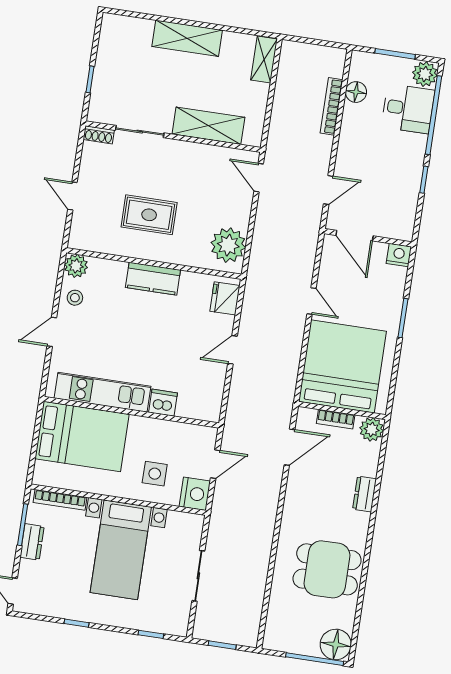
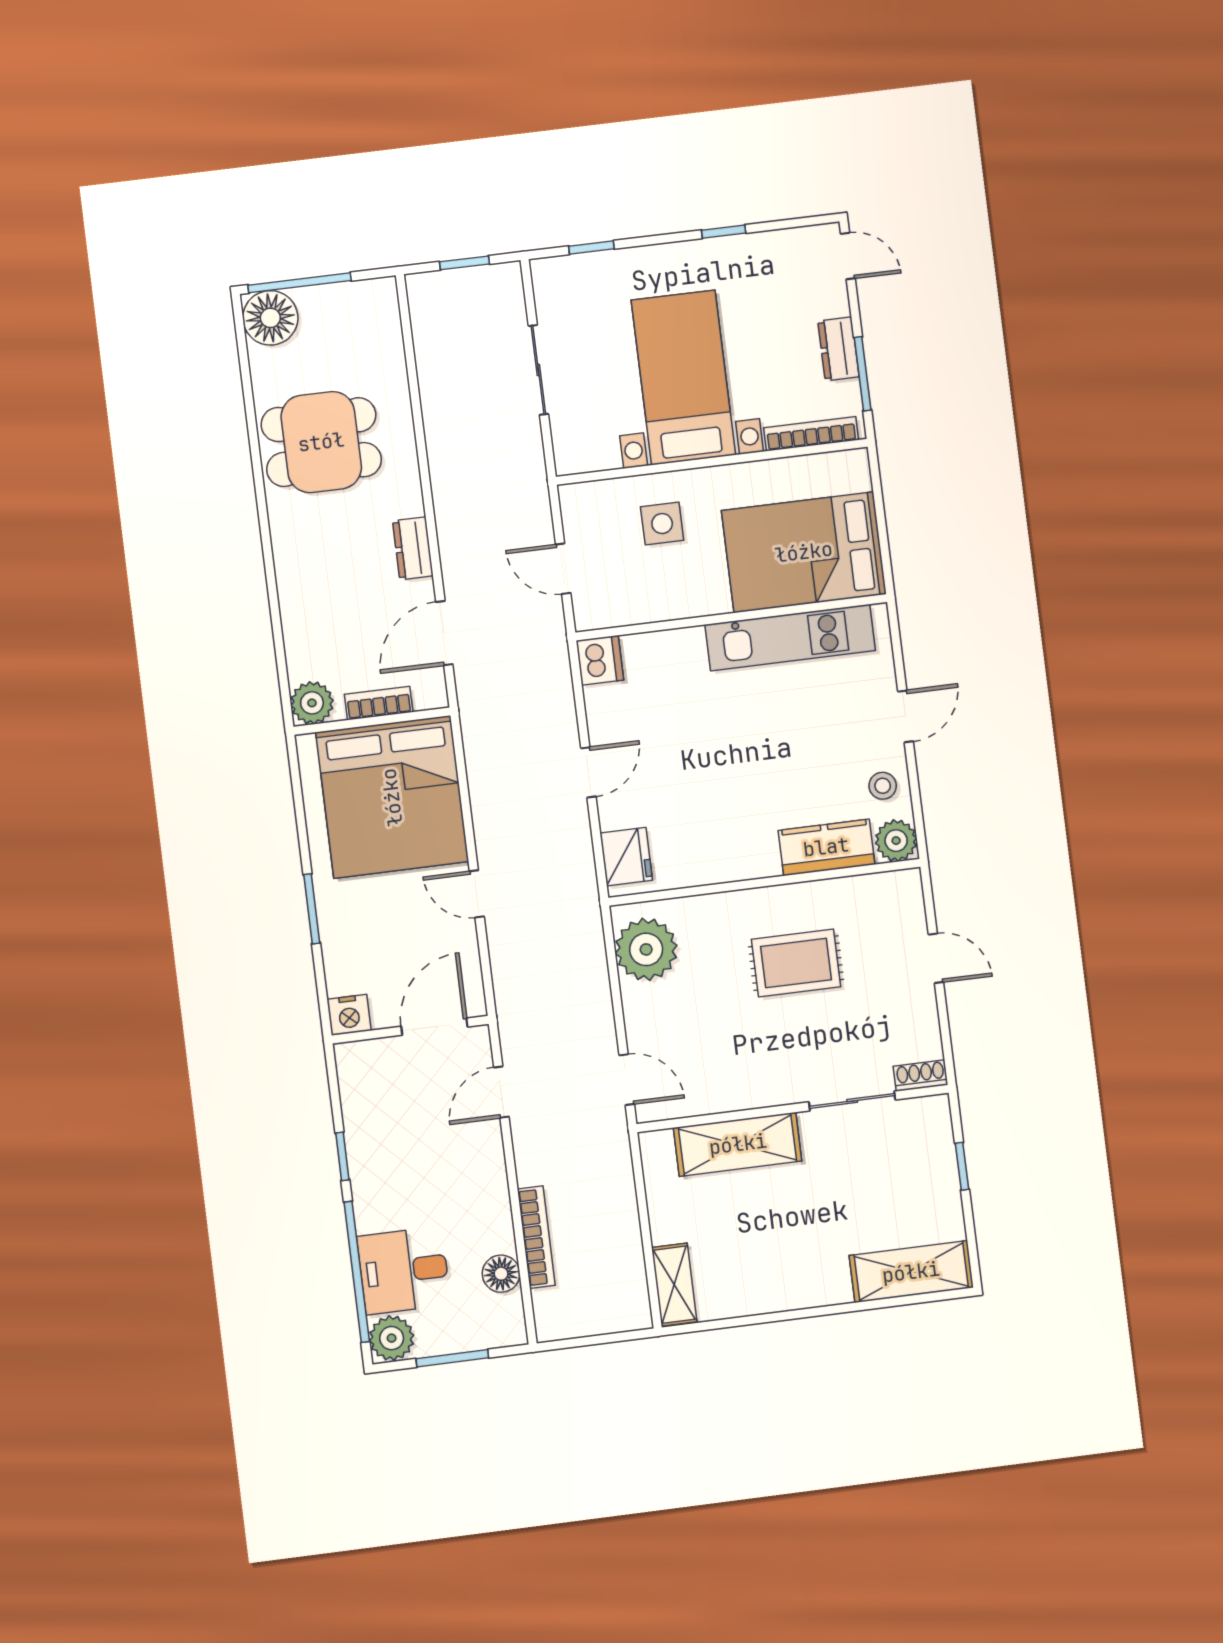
shelving: (187, 38) -> (911, 1272), moved
door: (355, 236) -> (434, 1027), hinge flipped
kitchen counter: (153, 279) -> (826, 847), moved
dishwasher: (163, 403) -> (600, 660), moved, turned -90
door: (215, 464) -> (563, 569), hinge flipped
nightstand: (195, 494) -> (584, 508), removed
dresser: (364, 494) -> (413, 548), moved, turned 180

